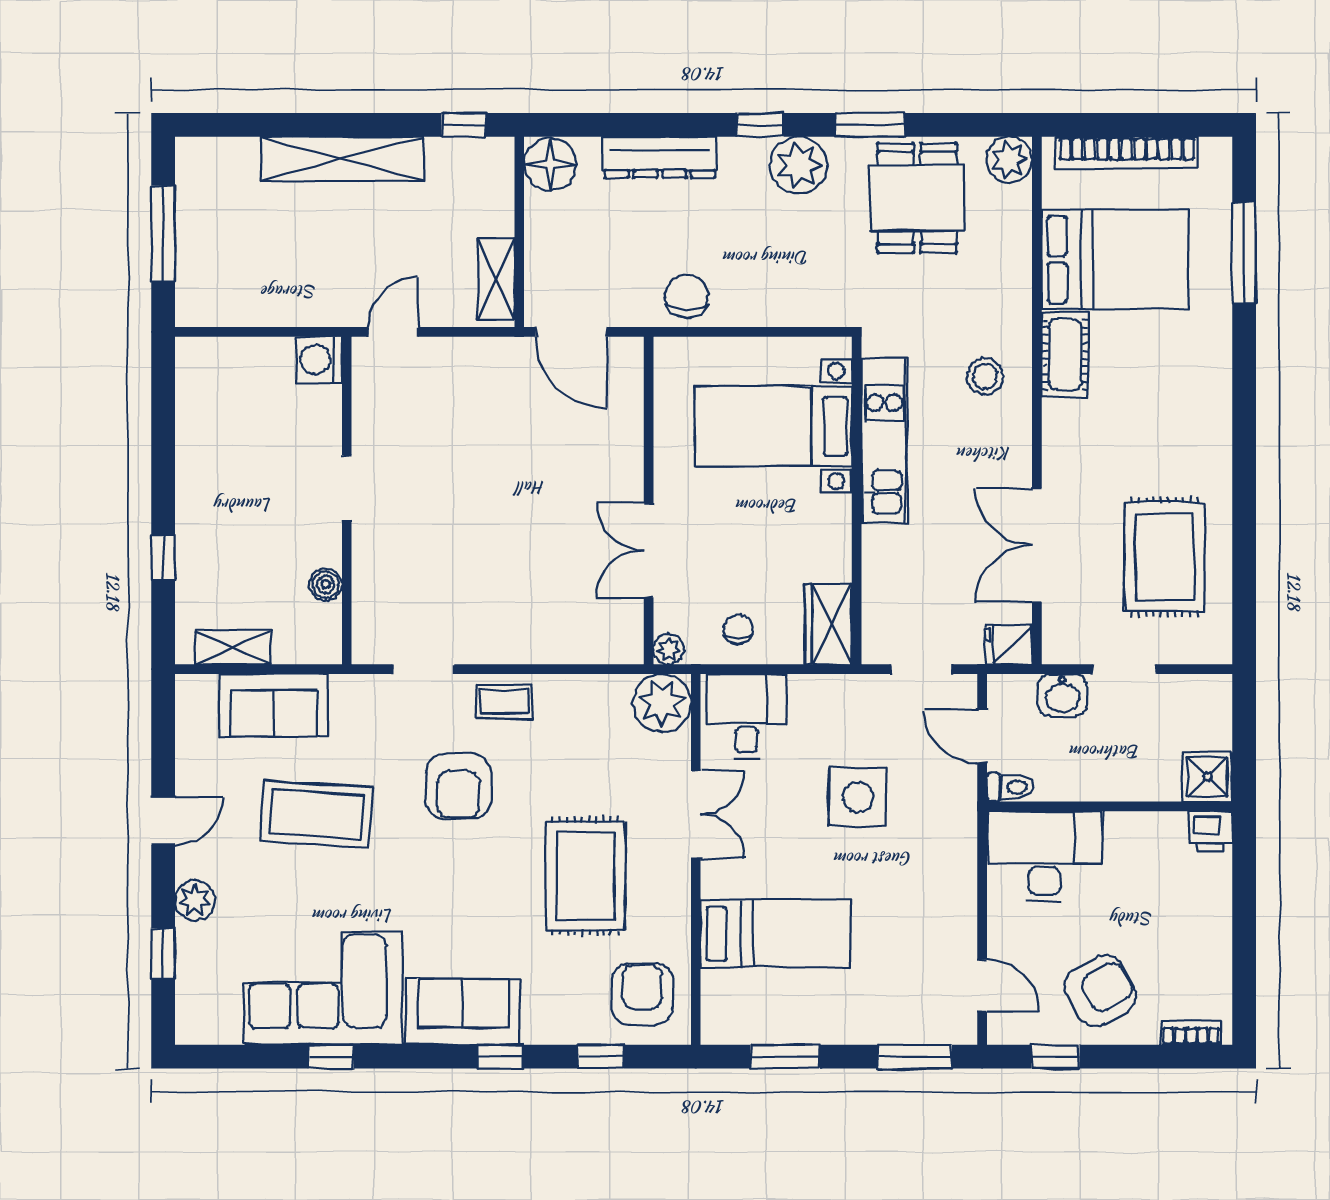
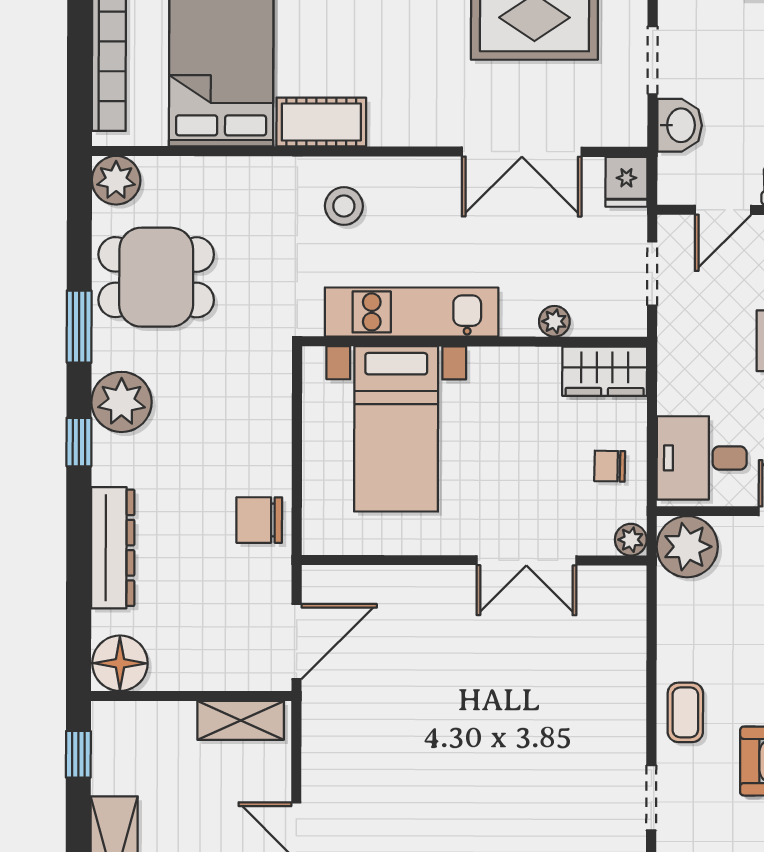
plant: (876, 576) -> (554, 321), added

